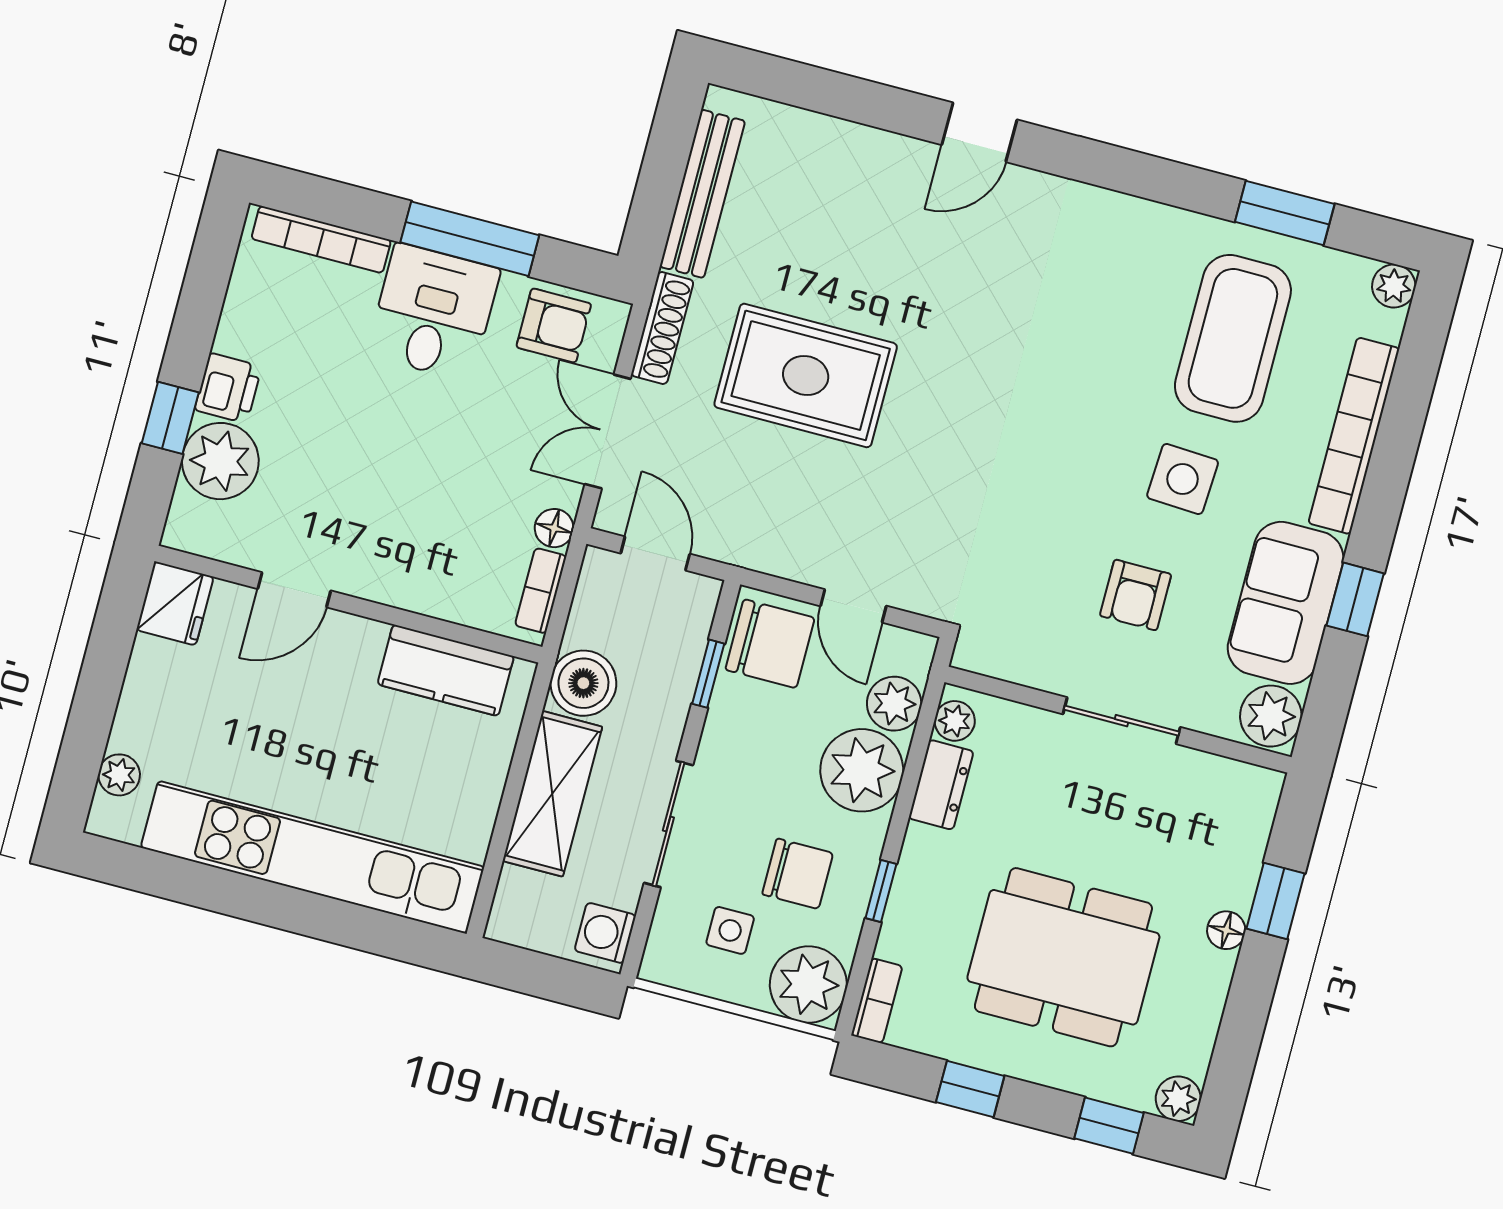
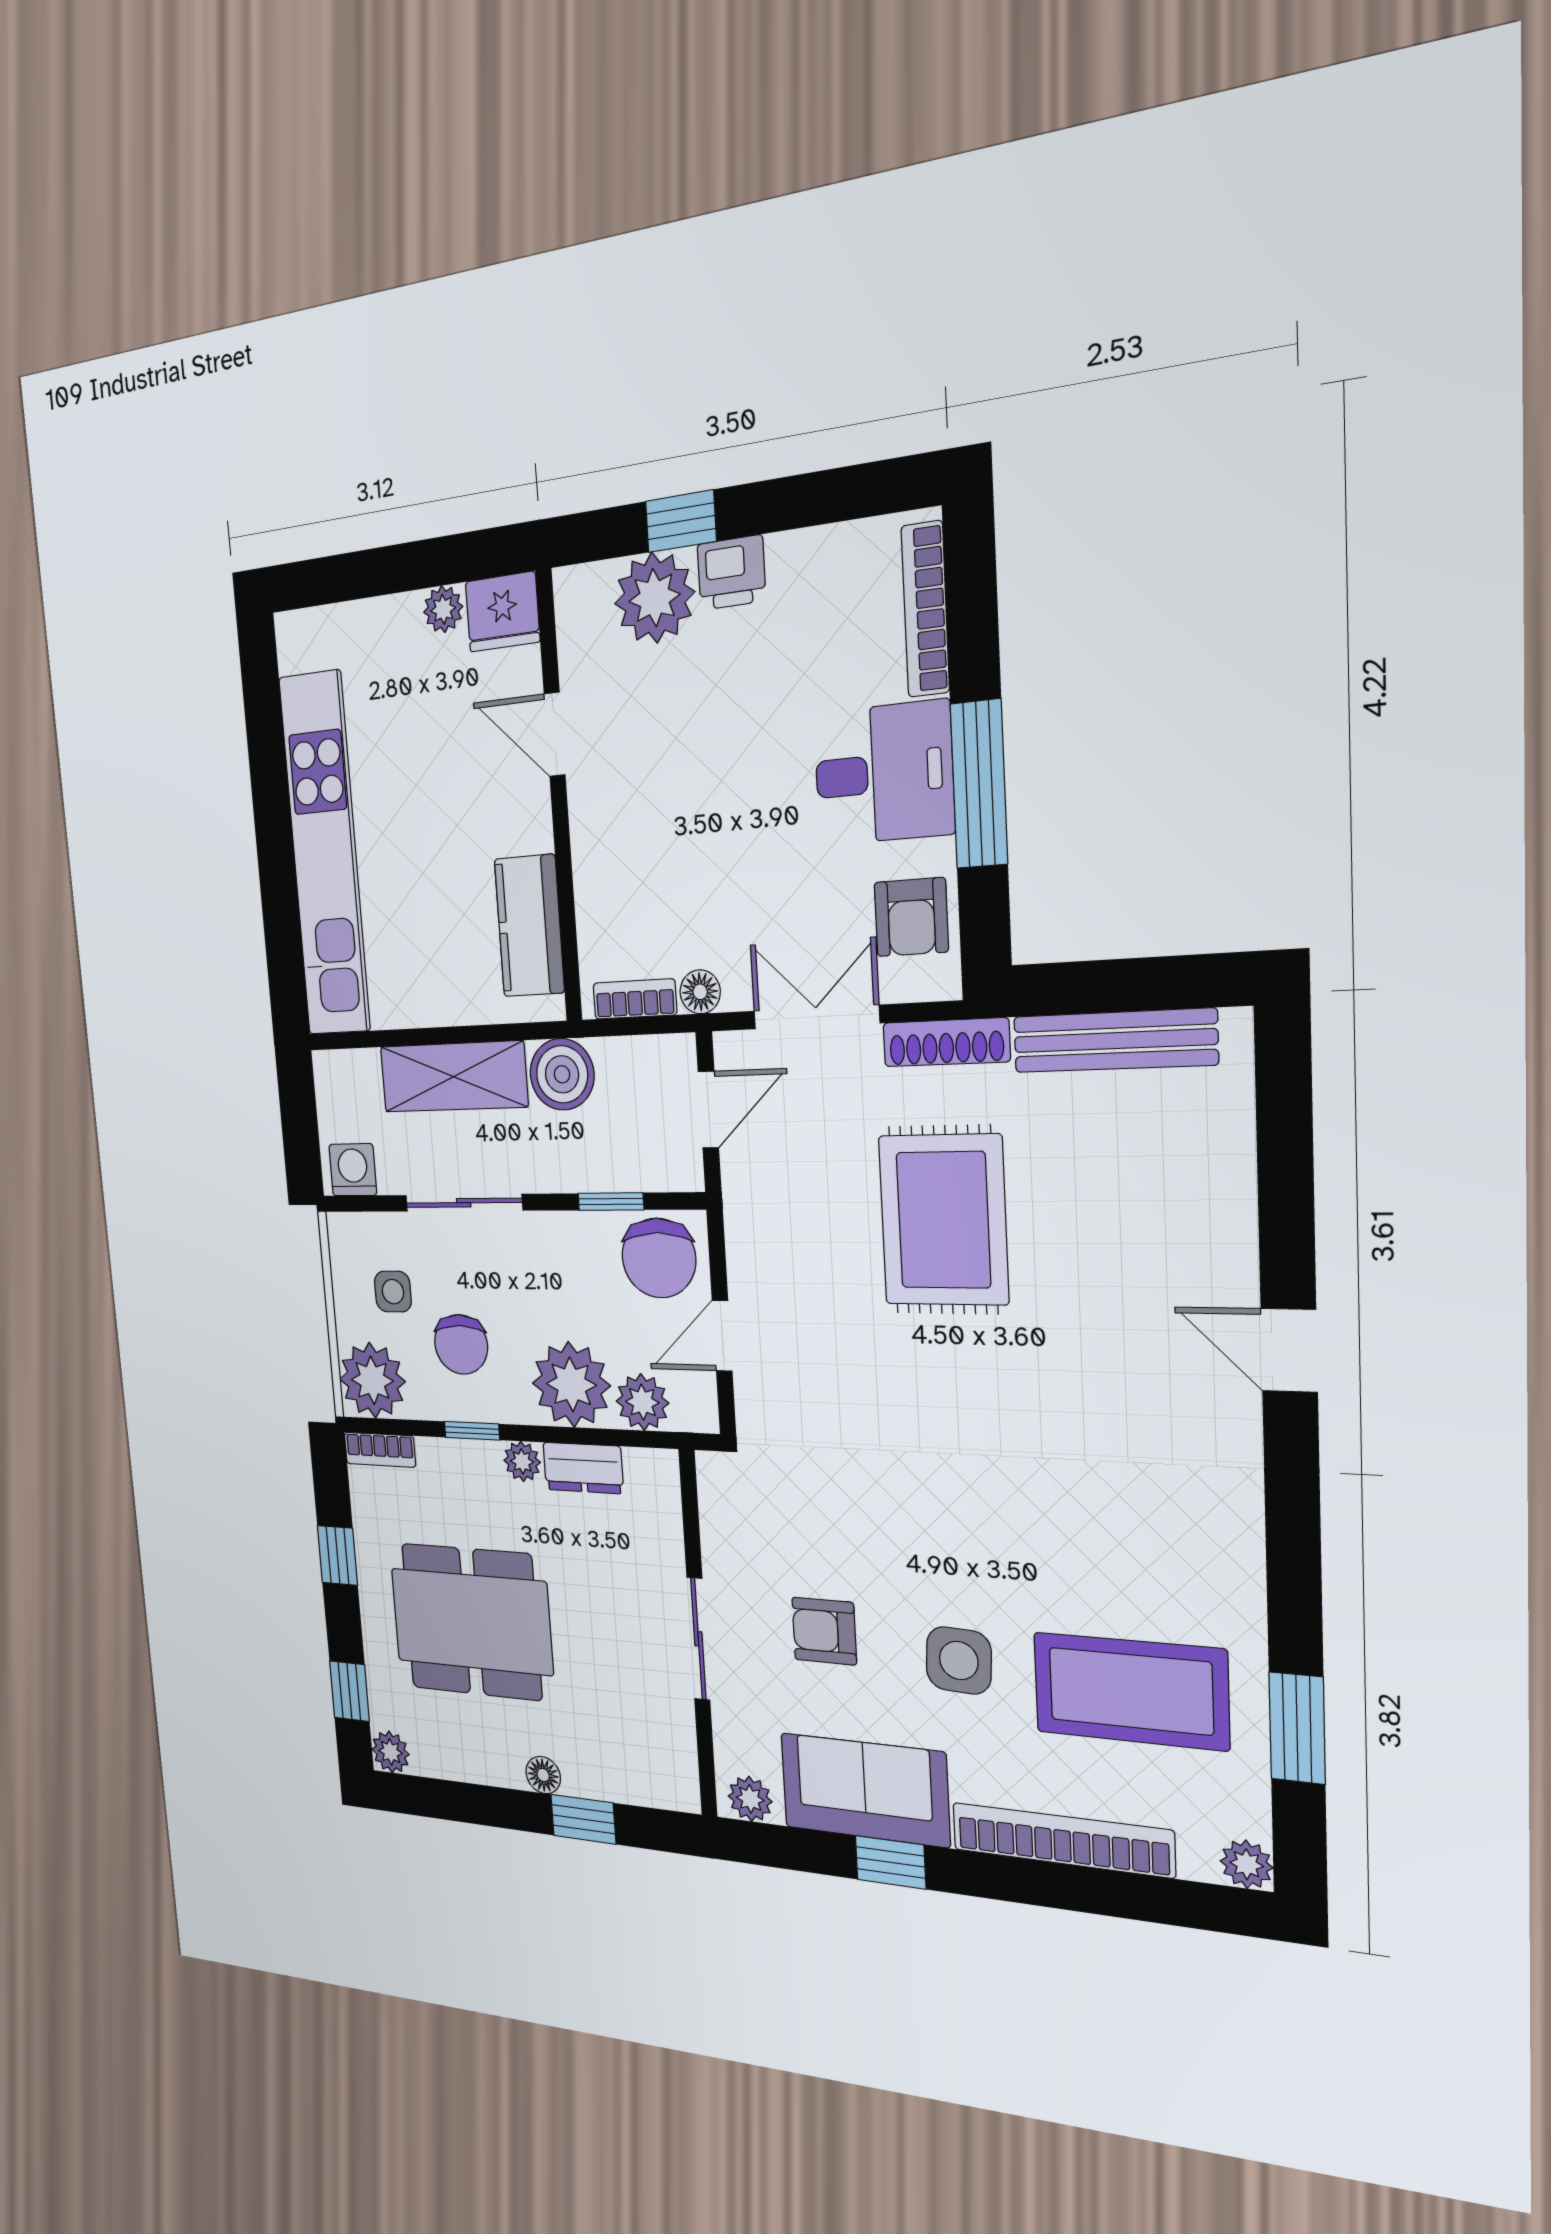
plant: (1271, 716) -> (750, 1799), width x0.73, depth x0.73
plant: (955, 721) -> (522, 1461), moved
plant: (119, 775) -> (443, 609), moved
dining table: (1063, 957) -> (471, 1622), turned 90

